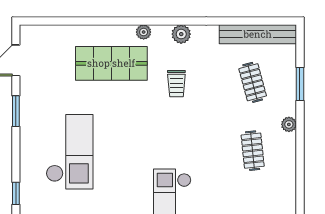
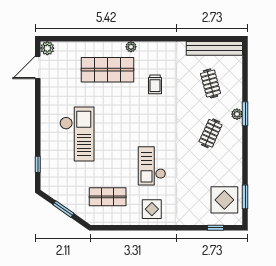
plant: (181, 34) -> (47, 48), moved
window: (300, 84) -> (245, 114), moved
window: (16, 111) -> (38, 104), removed
clothes rail: (253, 151) -> (211, 133), turned 30

